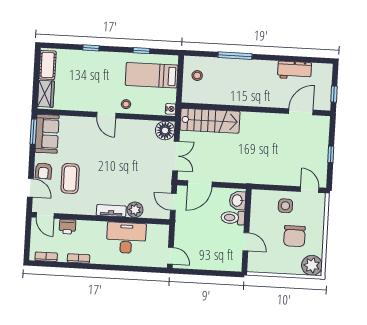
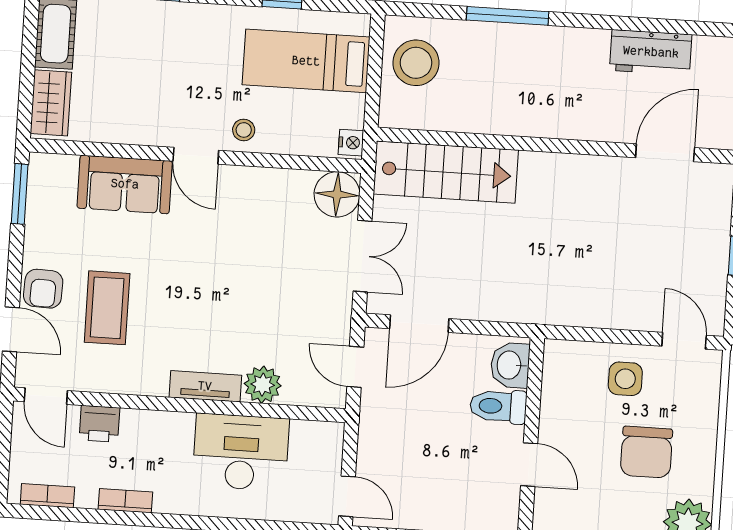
stool: (197, 76) -> (416, 63), width x1.89, depth x1.89
sofa: (47, 134) -> (125, 184), moved, turned 90

